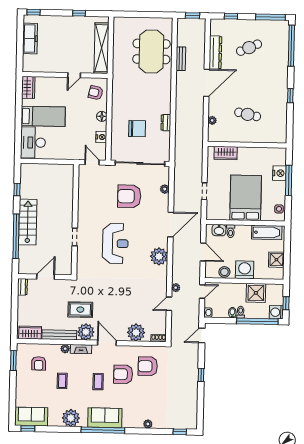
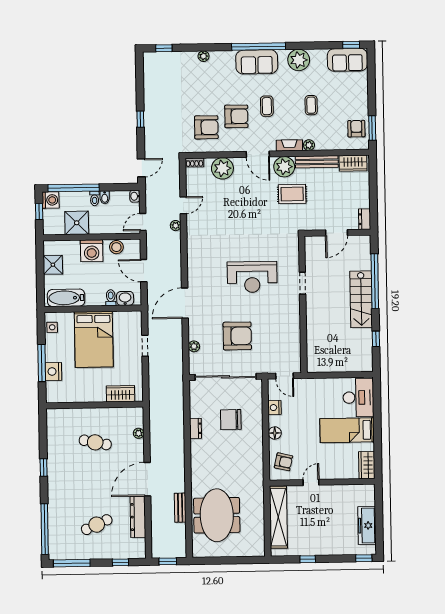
reception desk: (115, 244) -> (252, 277), turned -90
plant: (159, 256) -> (198, 263), removed
armchair: (39, 363) -> (356, 129), moved

